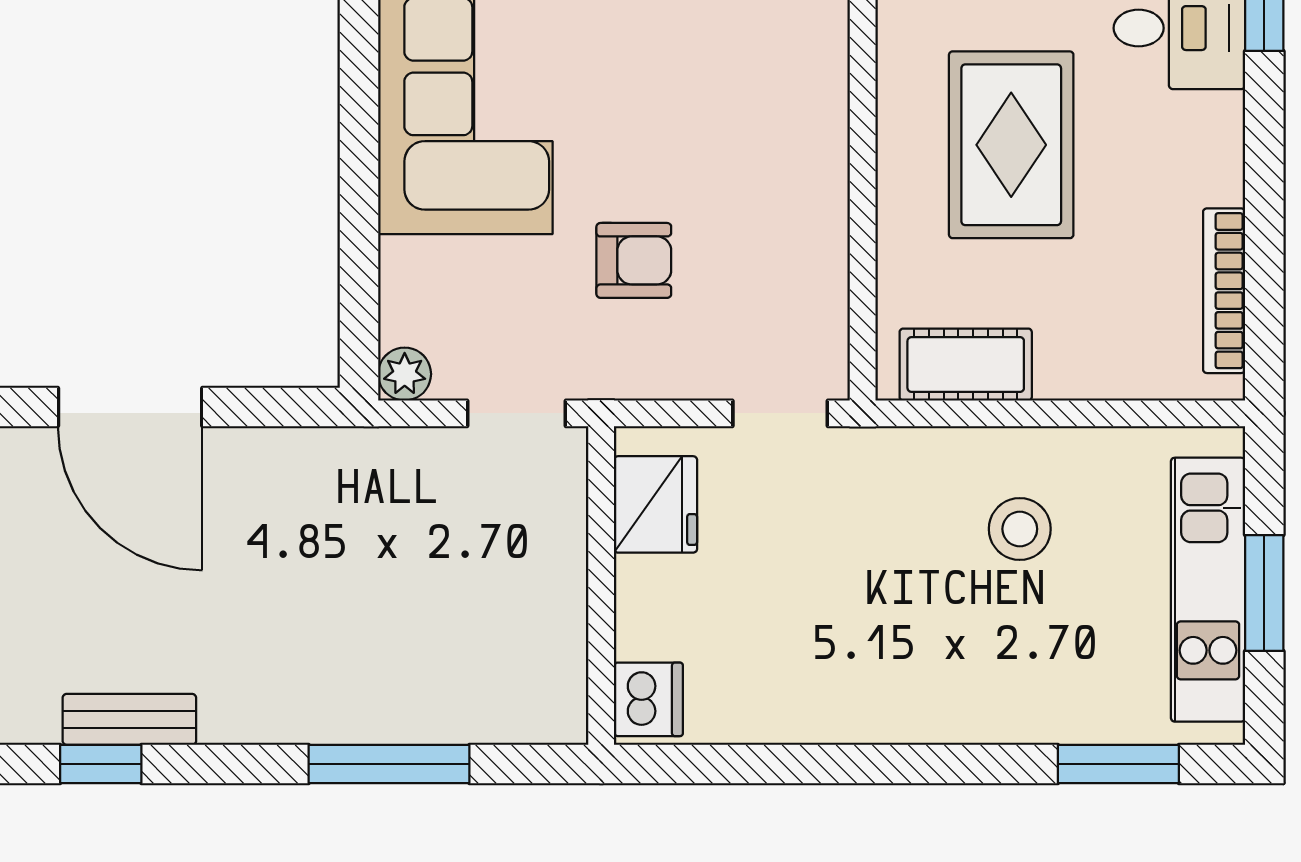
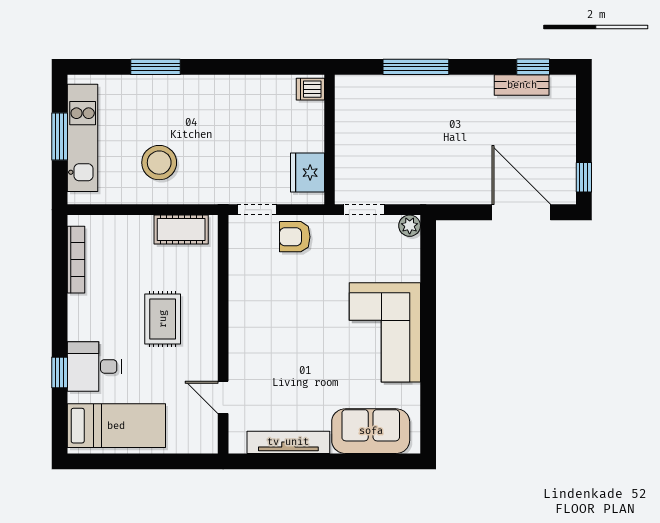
rug: (1011, 145) -> (163, 319), width x0.73, depth x0.70
armchair: (634, 260) -> (295, 237), moved
stool: (1020, 529) -> (159, 163), width x1.38, depth x1.38
dishwasher: (648, 699) -> (310, 89), width x0.73
window: (1118, 764) -> (155, 67), moved

